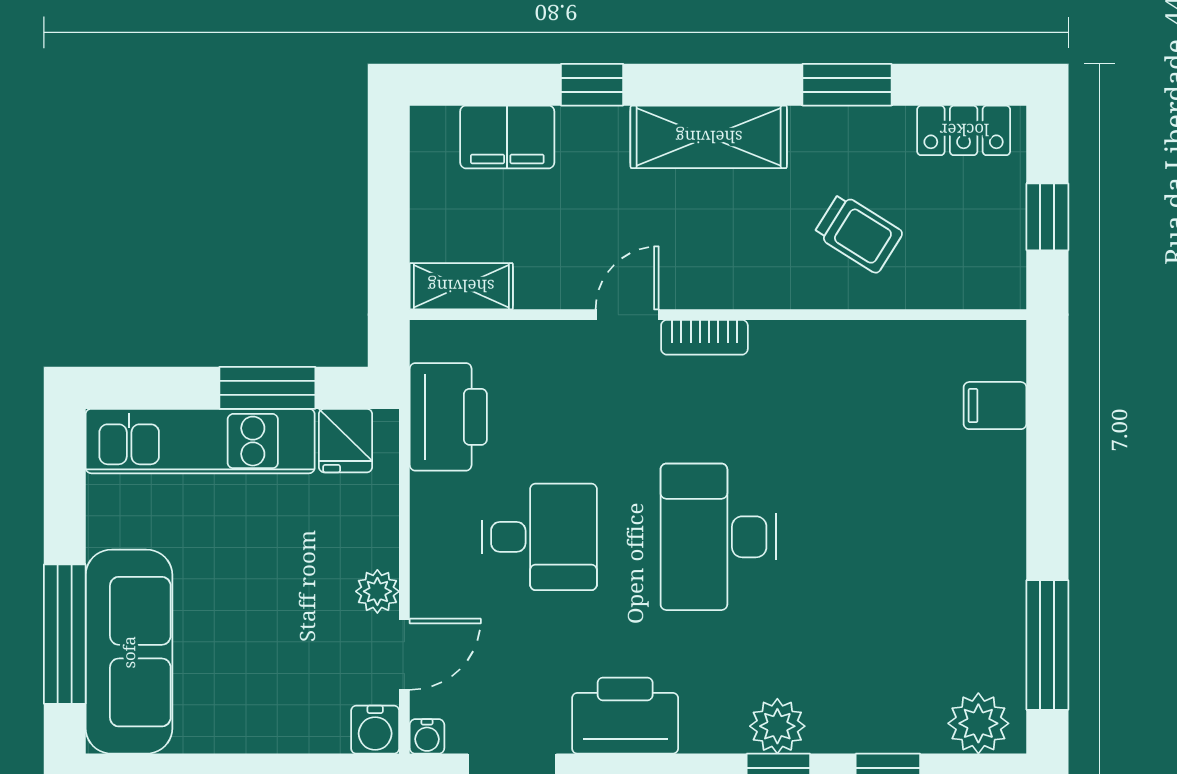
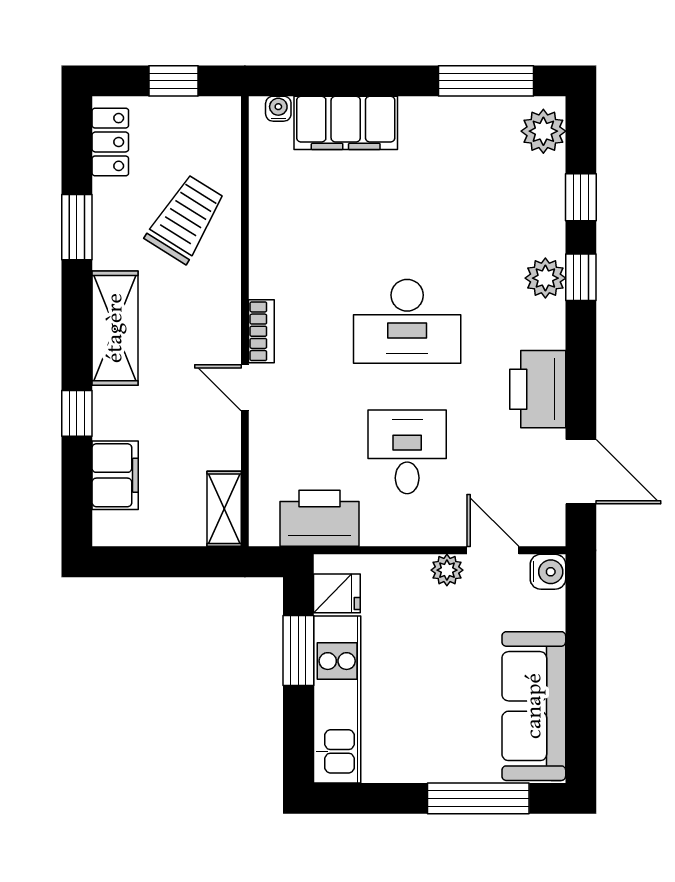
trolley: (858, 233) -> (185, 219), width x1.36, depth x1.39
filing cabinet: (995, 406) -> (346, 123), width x3.00, depth x1.17
sofa: (129, 652) -> (534, 706), moved, turned -90
water cooler: (427, 736) -> (278, 109), moved, turned -90

